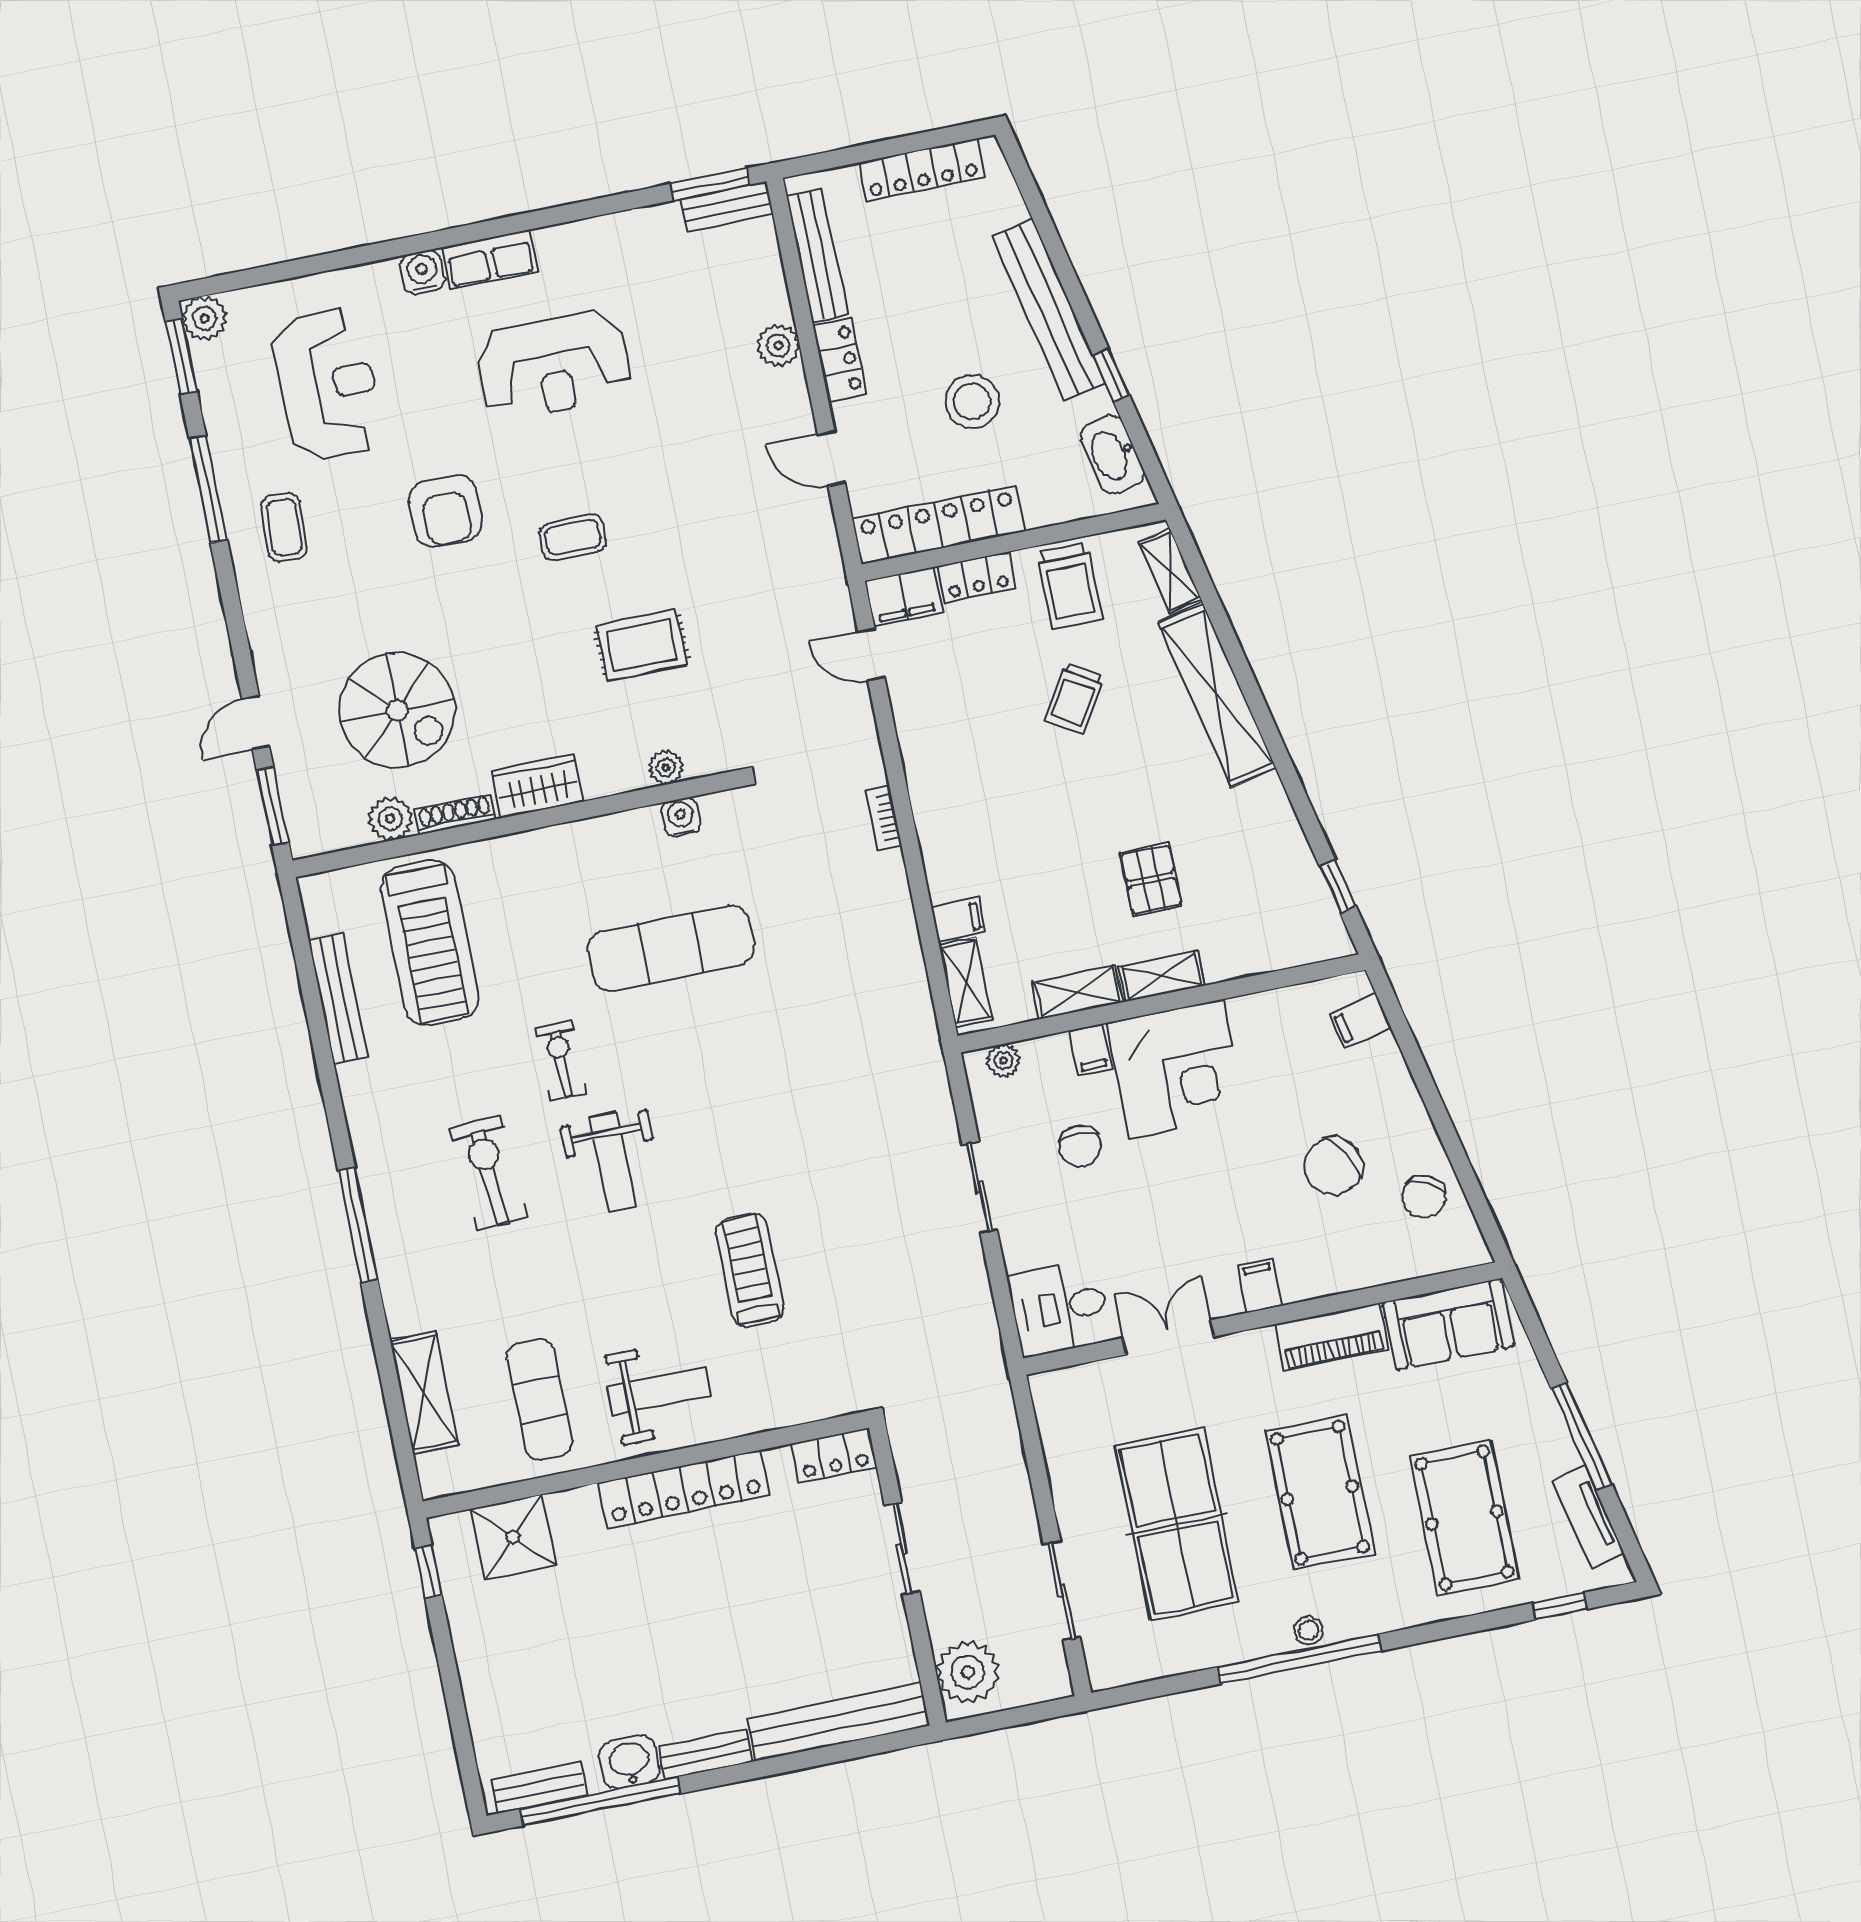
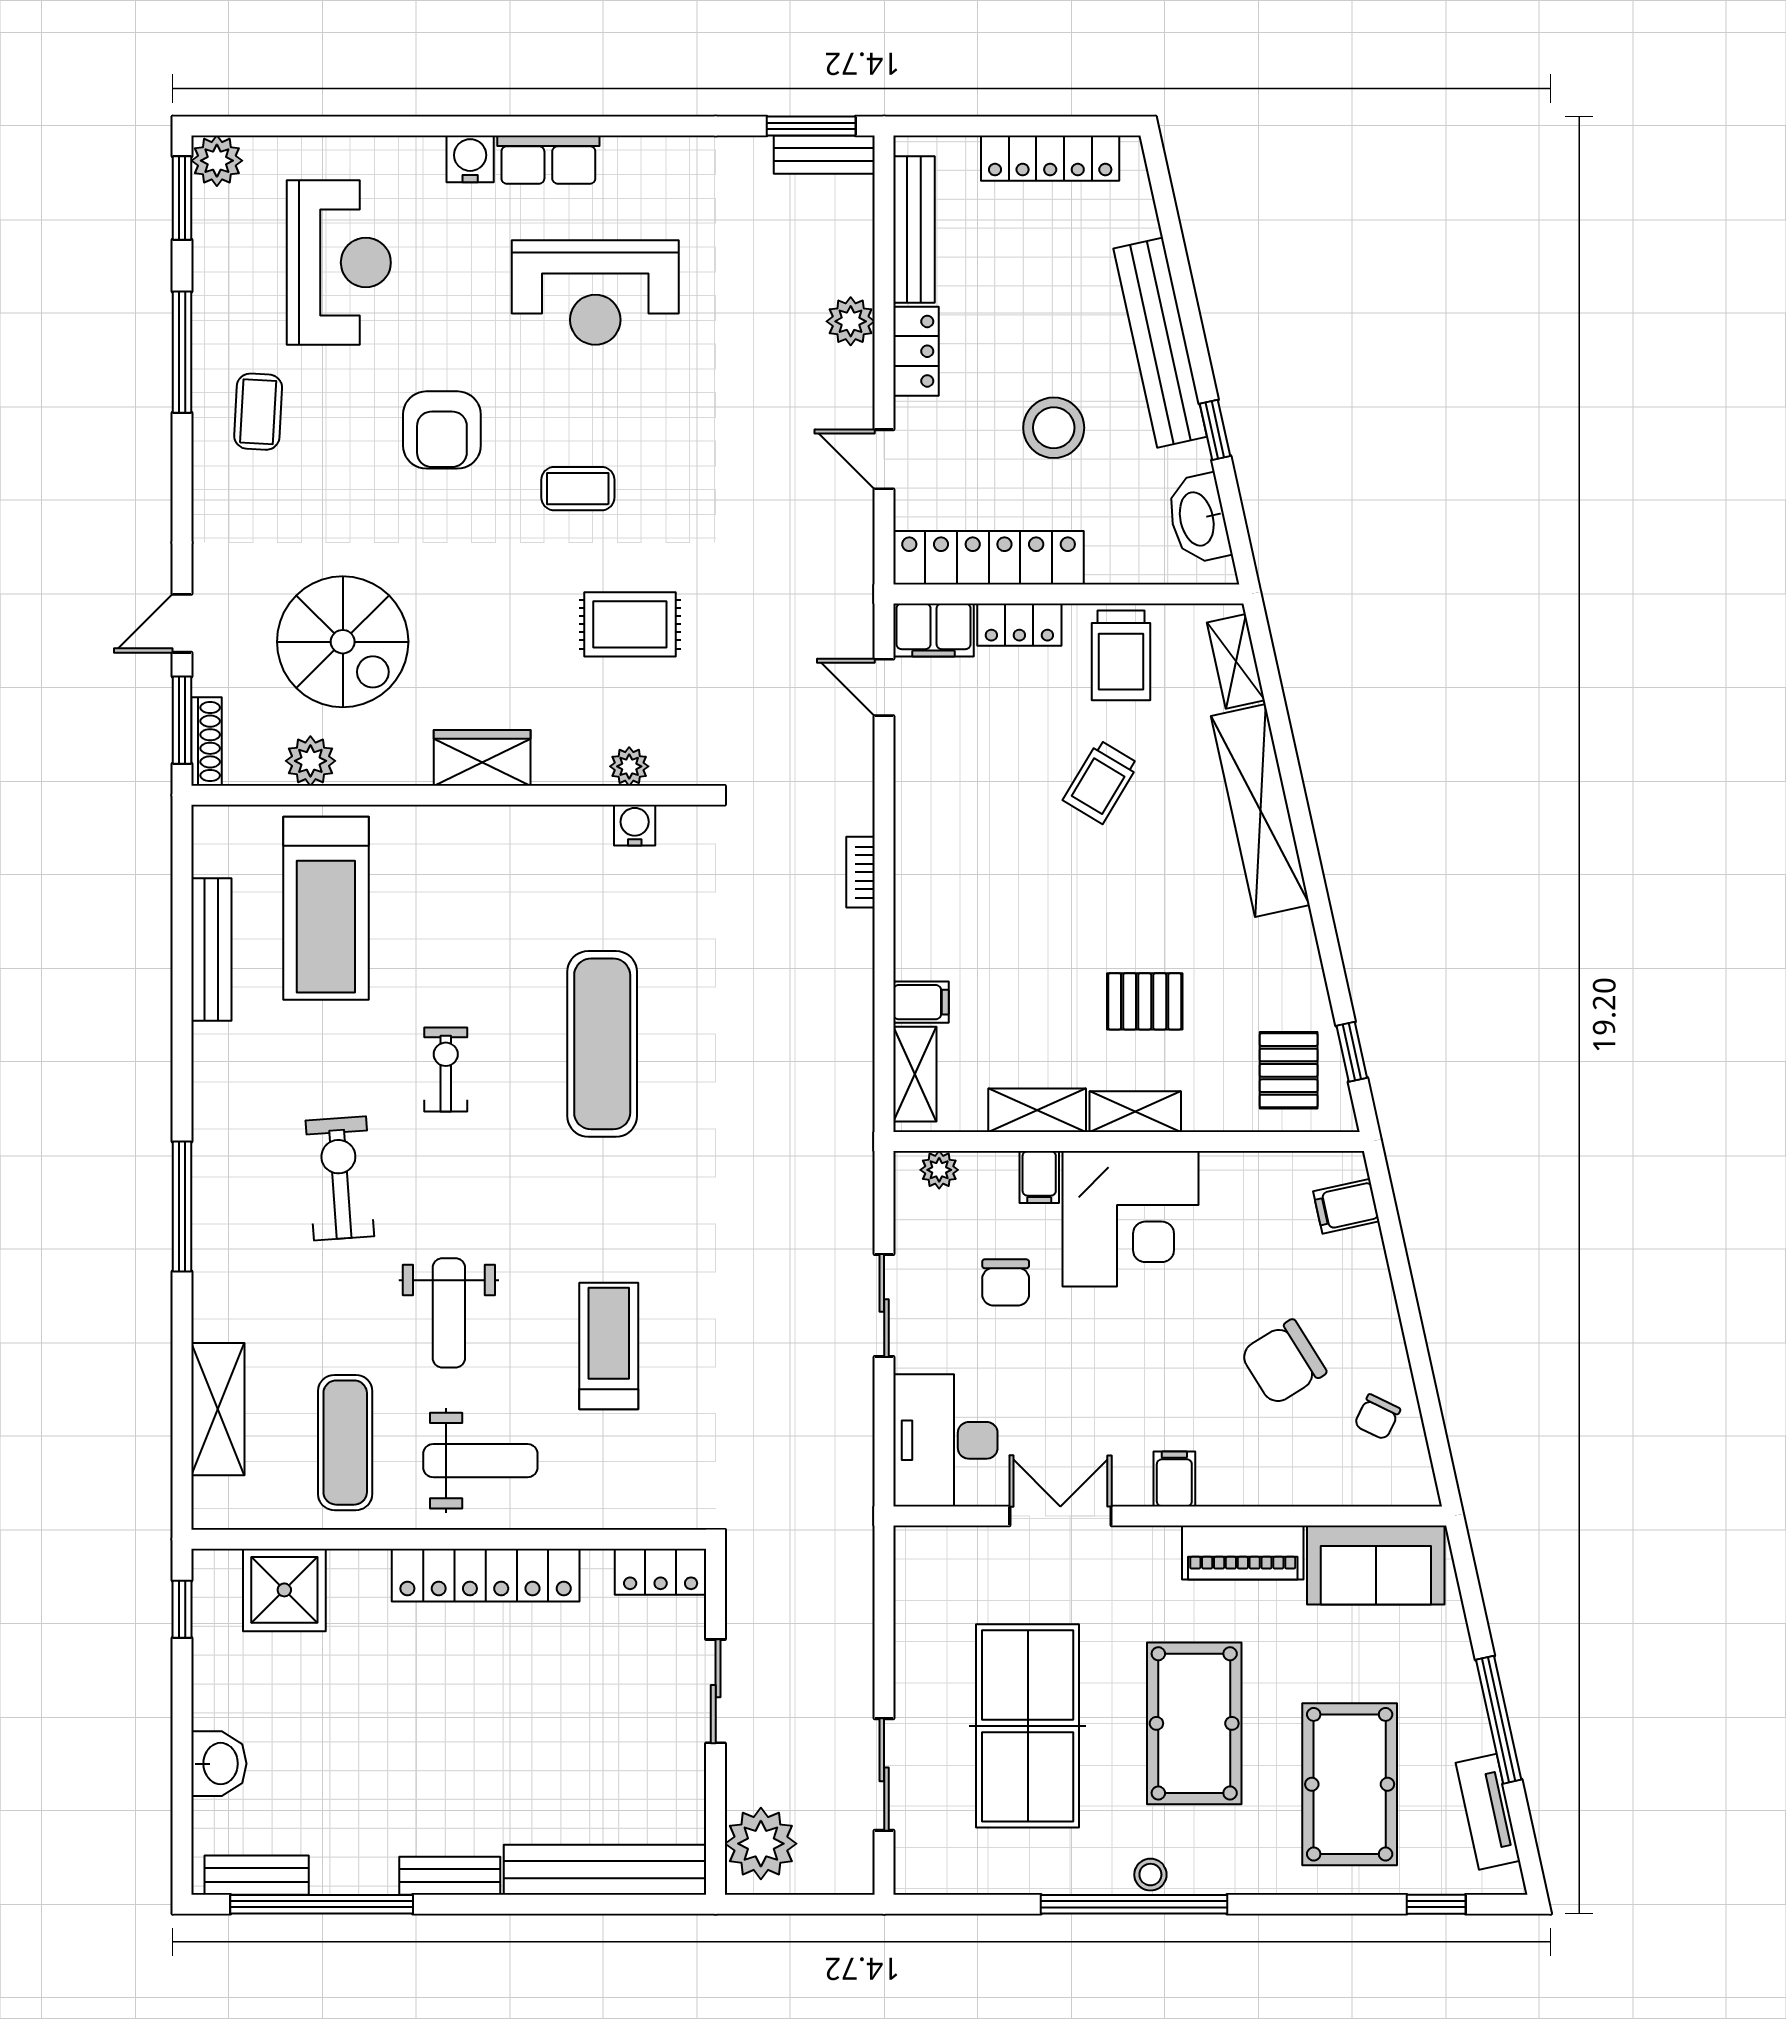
shoe rack: (455, 814) -> (207, 742), moved, turned 90
pallet: (1151, 880) -> (1145, 1001), turned 90
pallet: (1287, 914) -> (1289, 1070), added
exercise mat: (671, 948) -> (602, 1044), moved, turned 90
weight bench: (613, 1162) -> (449, 1313), moved
chair: (1424, 1197) -> (1377, 1417), width x0.73, depth x0.73
desk: (1059, 1308) -> (945, 1440), width x1.37
washbasin: (630, 1762) -> (219, 1764), moved, turned 90

